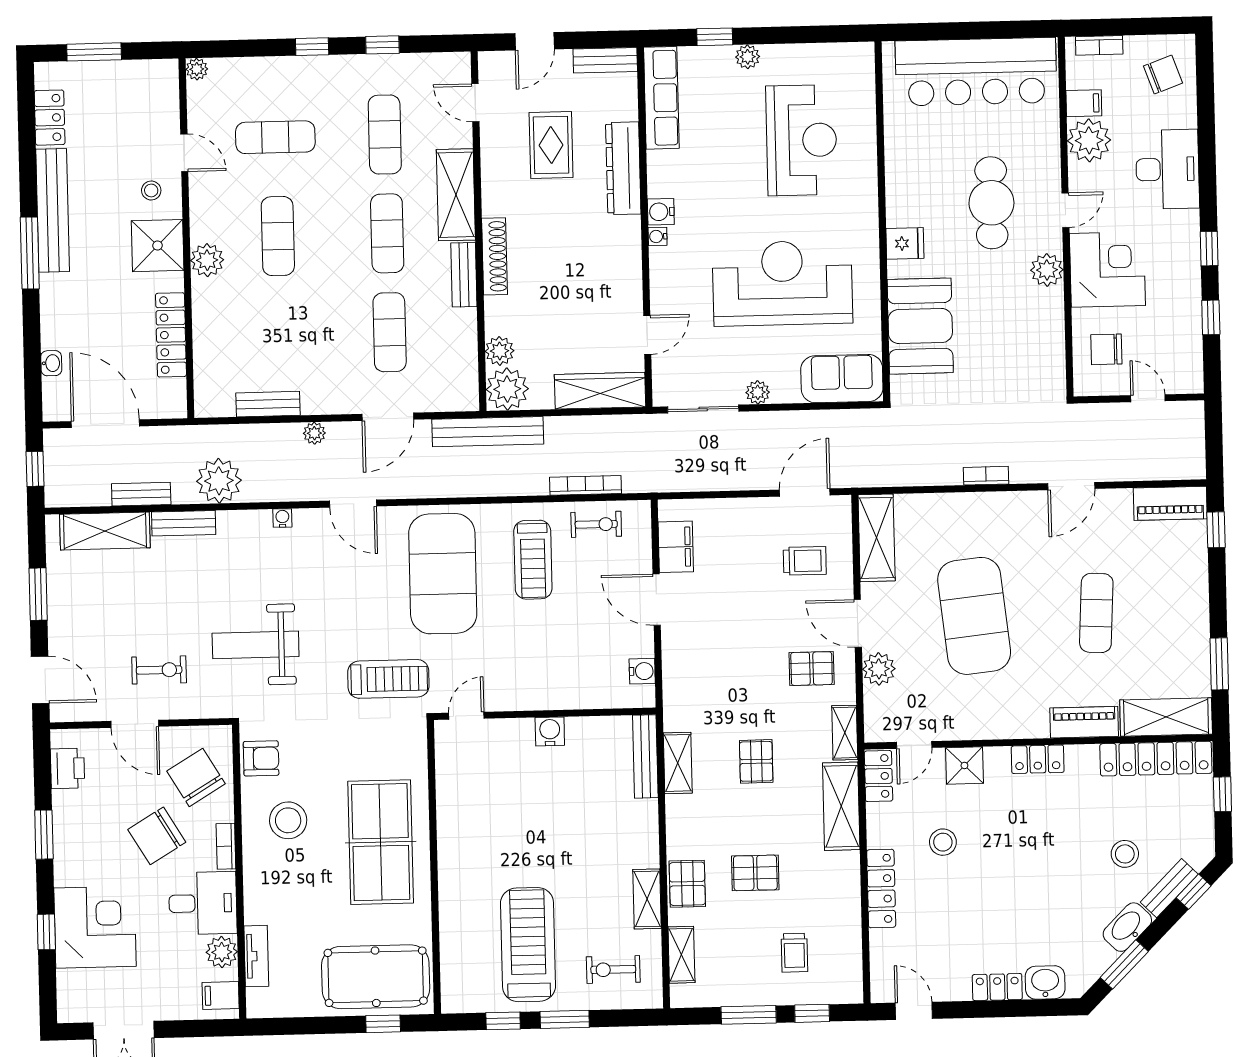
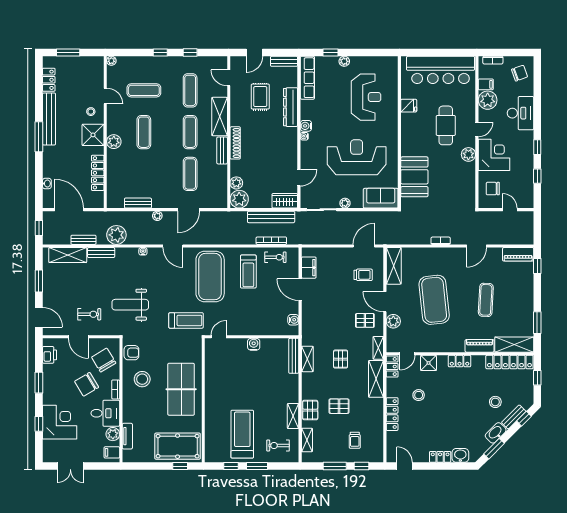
fridge: (905, 243) -> (409, 106), moved
wardrobe: (600, 391) -> (285, 201), width x0.67
bench: (488, 432) -> (271, 217), moved

